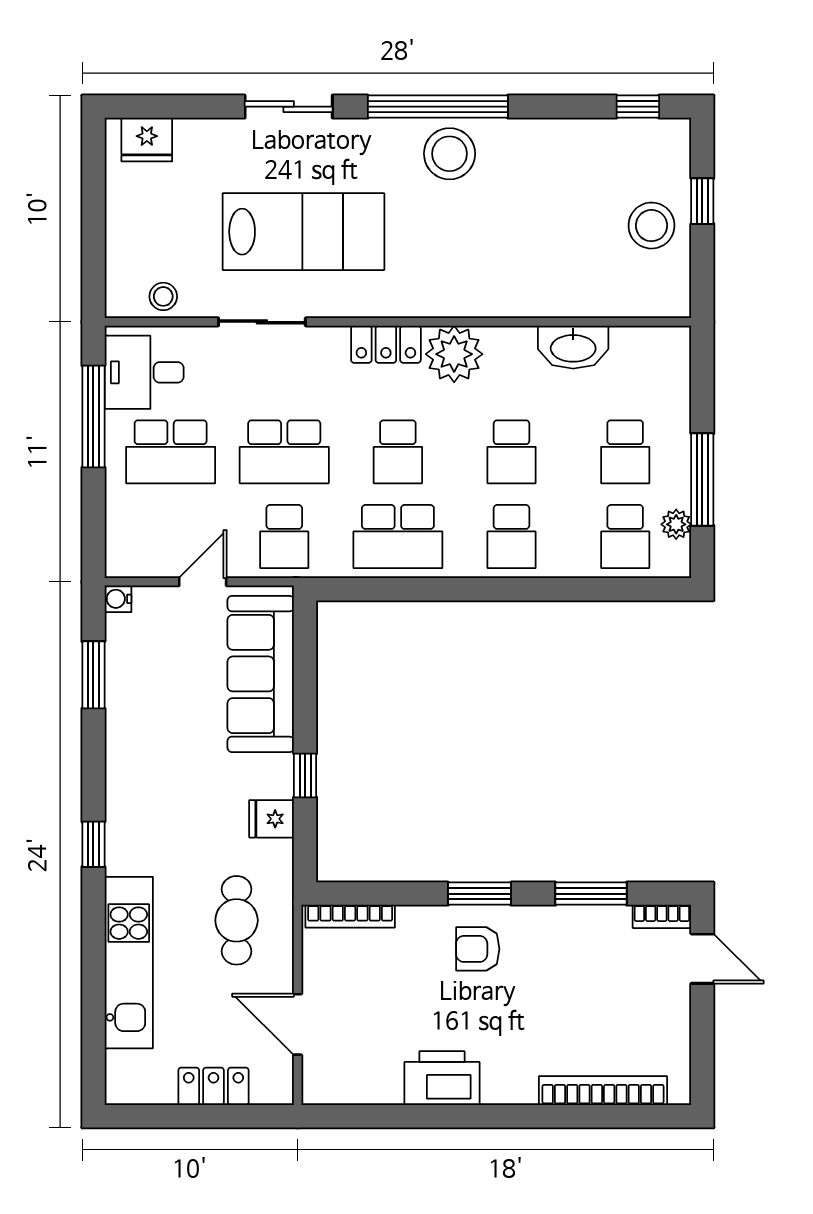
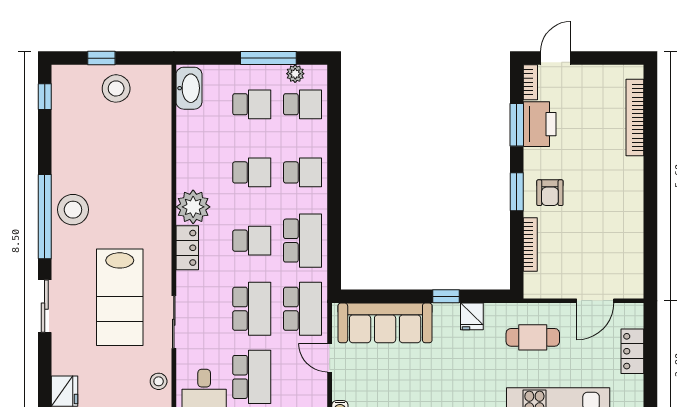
lab bench: (303, 232) -> (120, 297), turned 180
washbasin: (573, 347) -> (189, 88), moved
school desk: (284, 537) -> (303, 309), width x1.85
bookcase: (350, 916) -> (530, 244), moved
printer: (442, 1078) -> (540, 124), moved, turned 180

